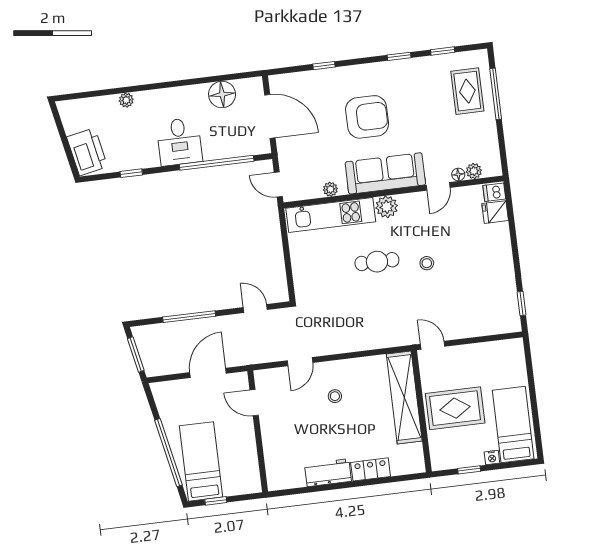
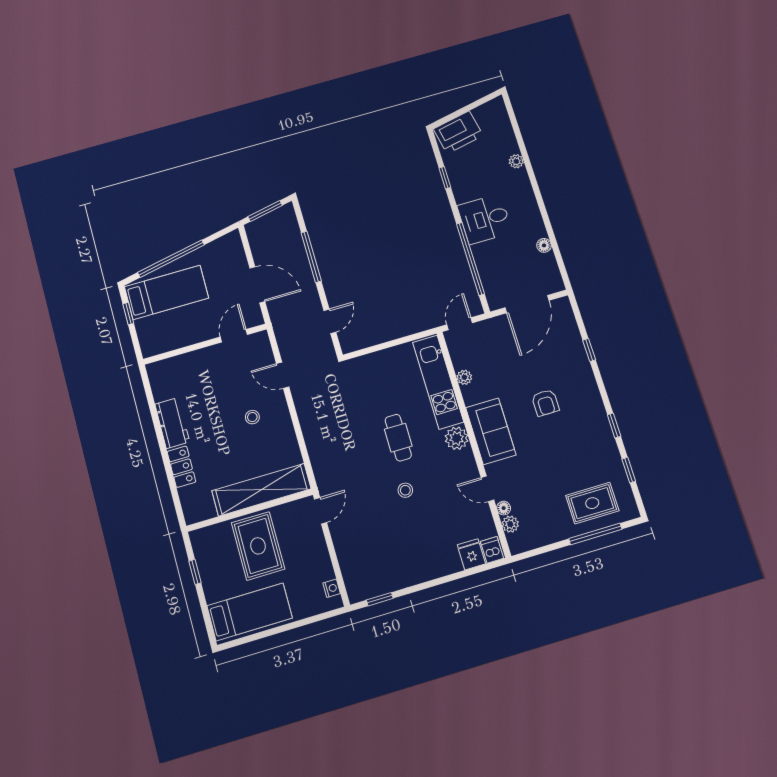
floor lamp: (222, 94) -> (544, 245), width x0.53, depth x0.53
armchair: (367, 117) -> (545, 403), width x0.53, depth x0.53
sofa: (385, 173) -> (491, 431), width x0.73
nightstand: (492, 457) -> (332, 588), moved, turned 180

